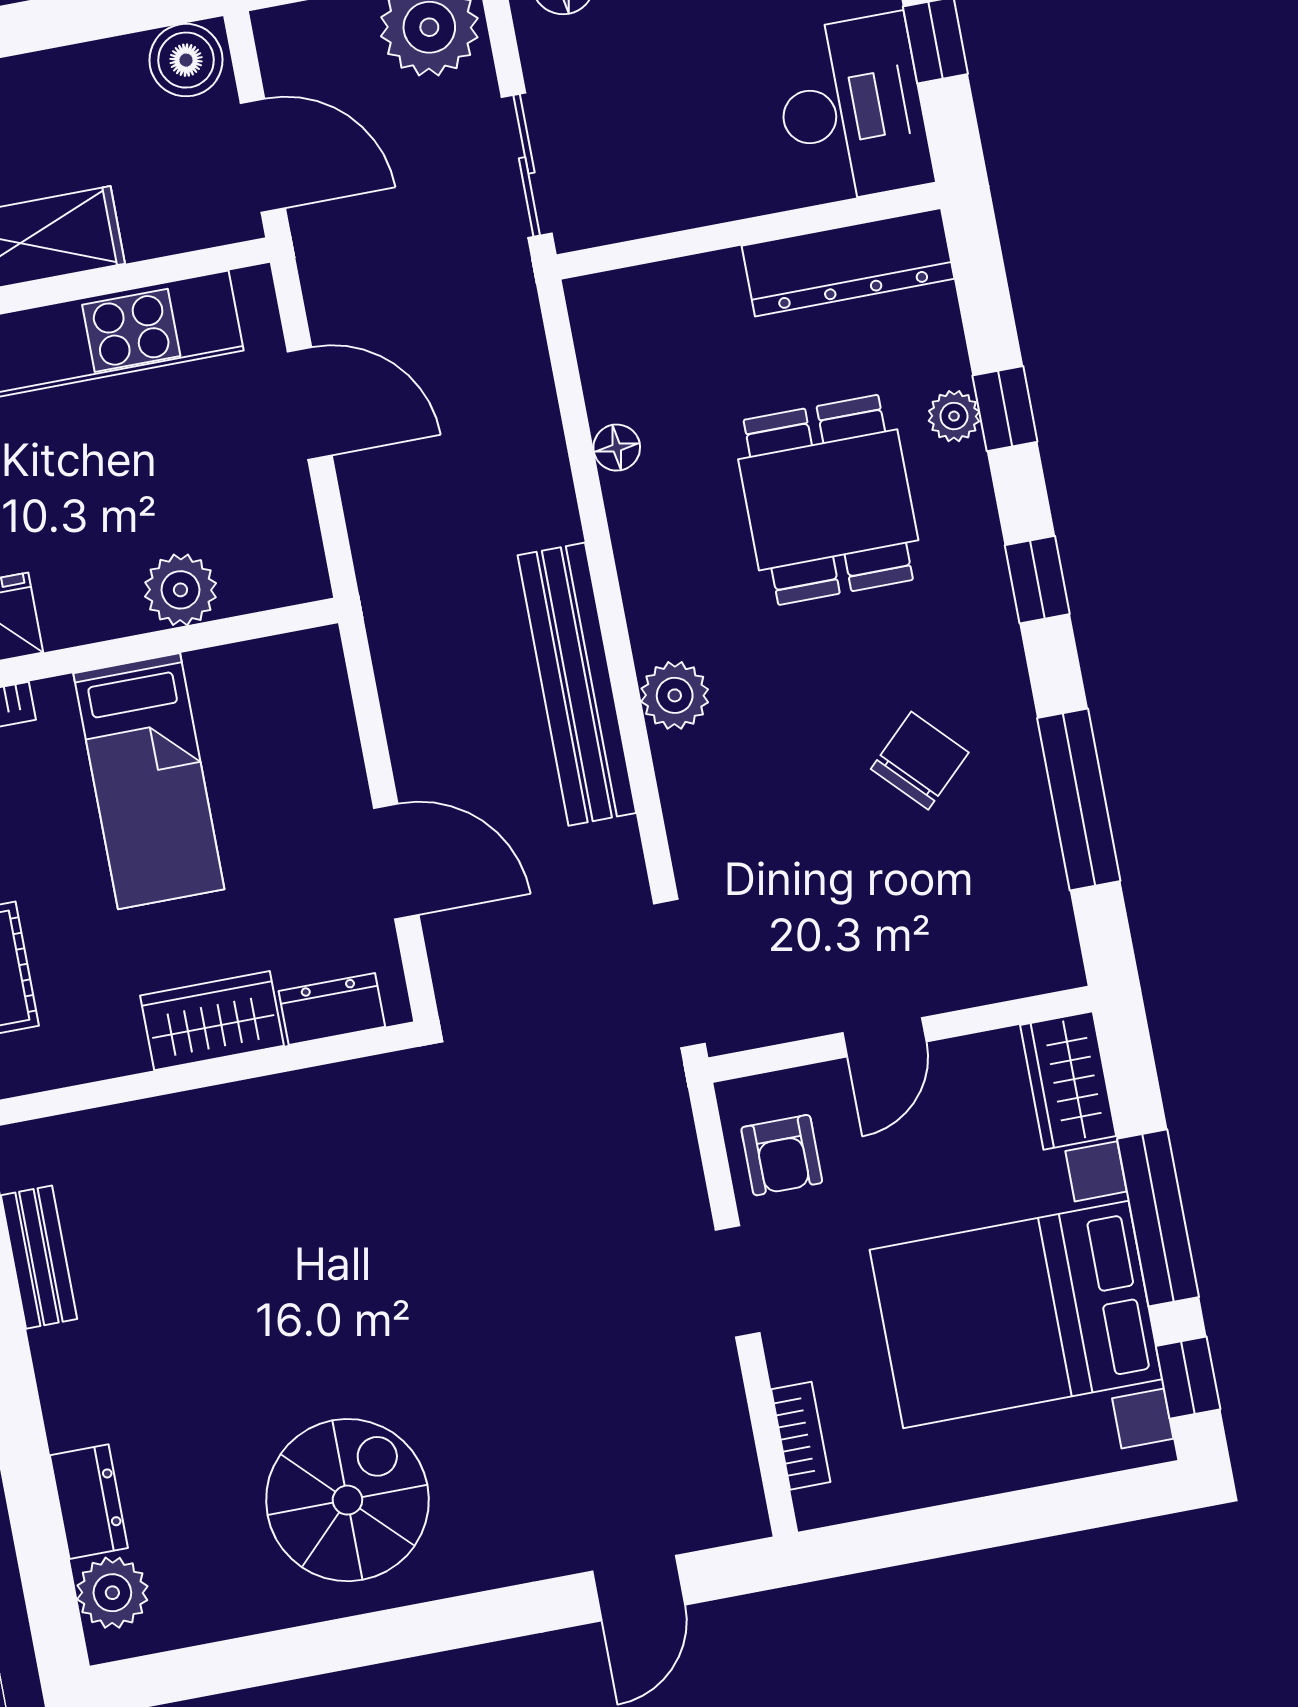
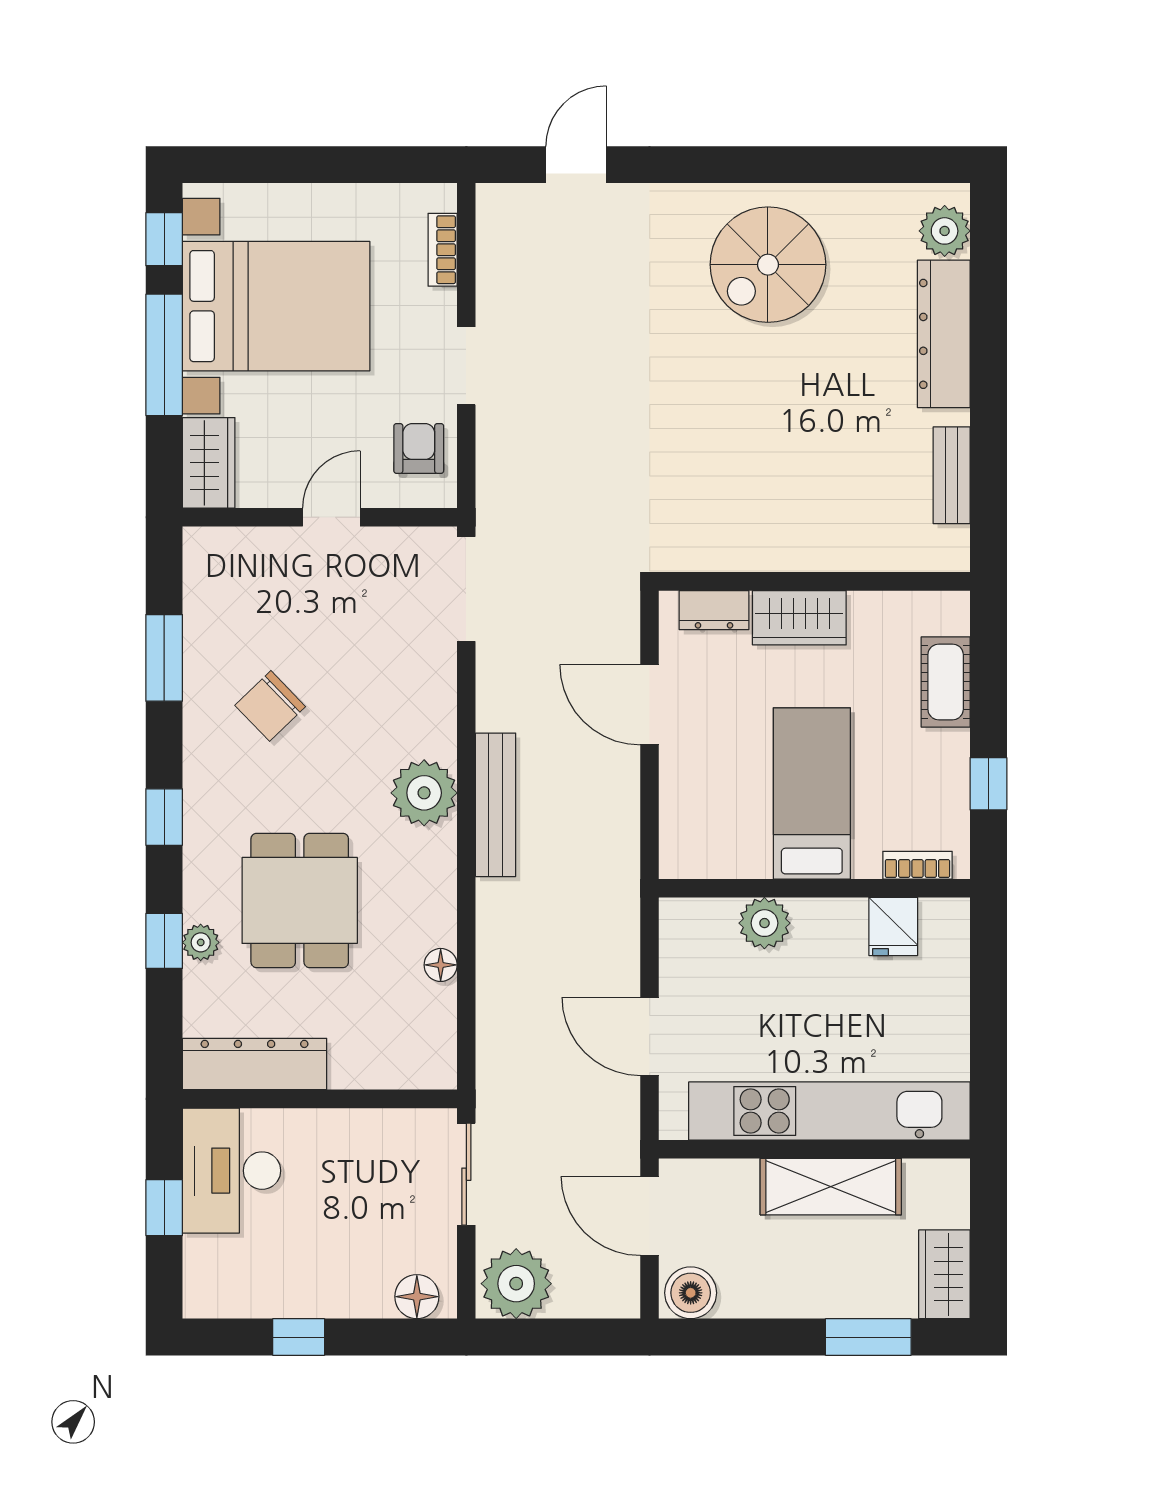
bench: (577, 684) -> (496, 805), width x0.73, depth x0.82
plant: (675, 695) -> (424, 793), width x1.36, depth x1.36
window: (1079, 799) -> (164, 658), width x0.69
dresser: (89, 1502) -> (944, 334), width x1.96, depth x1.24

